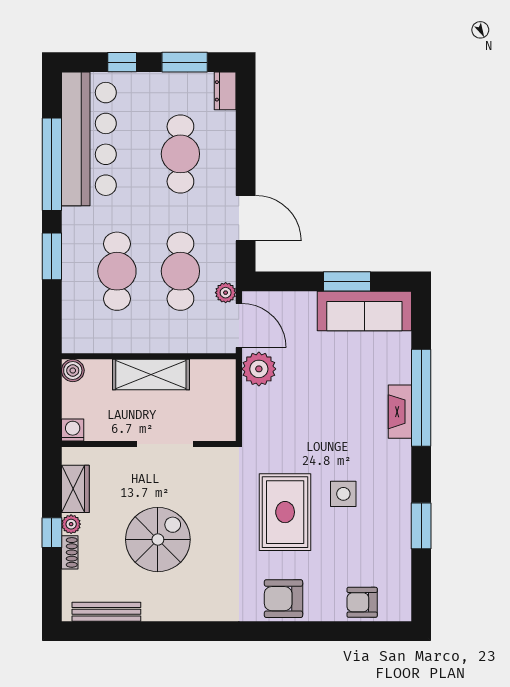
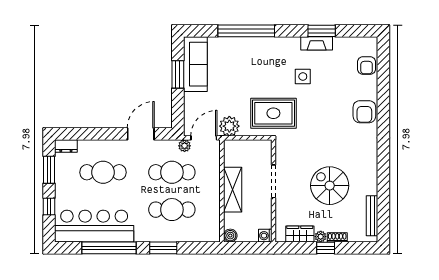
fireplace: (400, 412) -> (317, 43), moved
rug: (285, 512) -> (273, 113), moved

